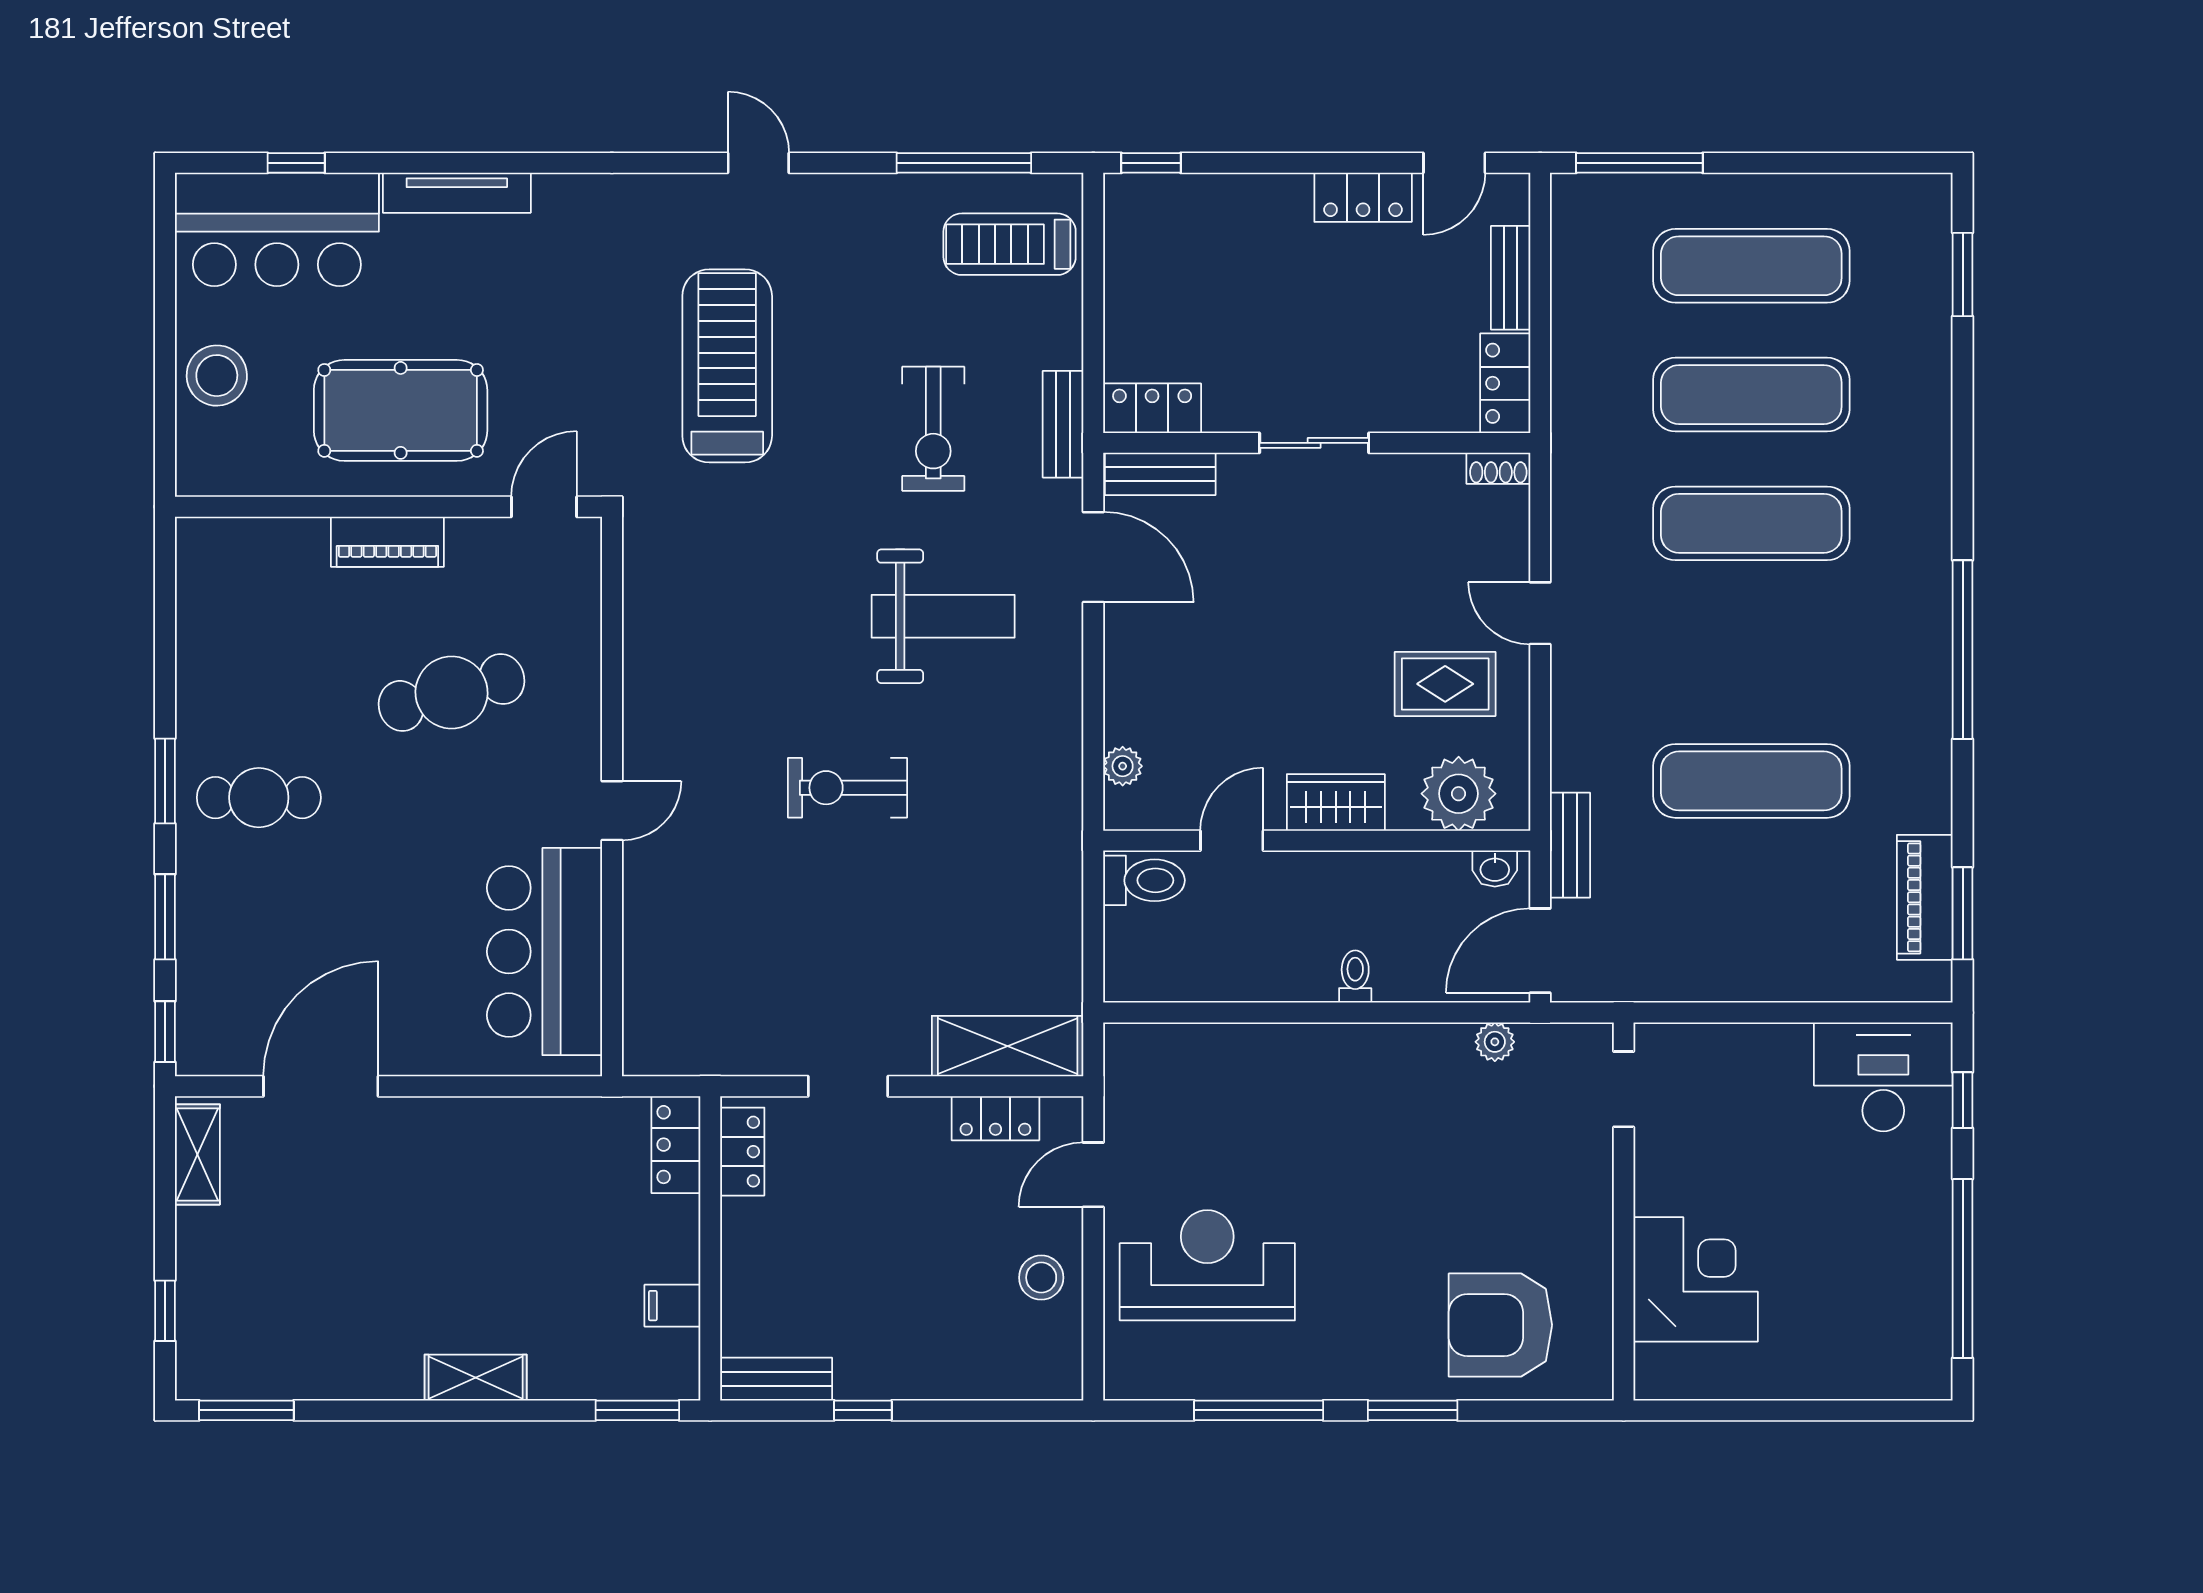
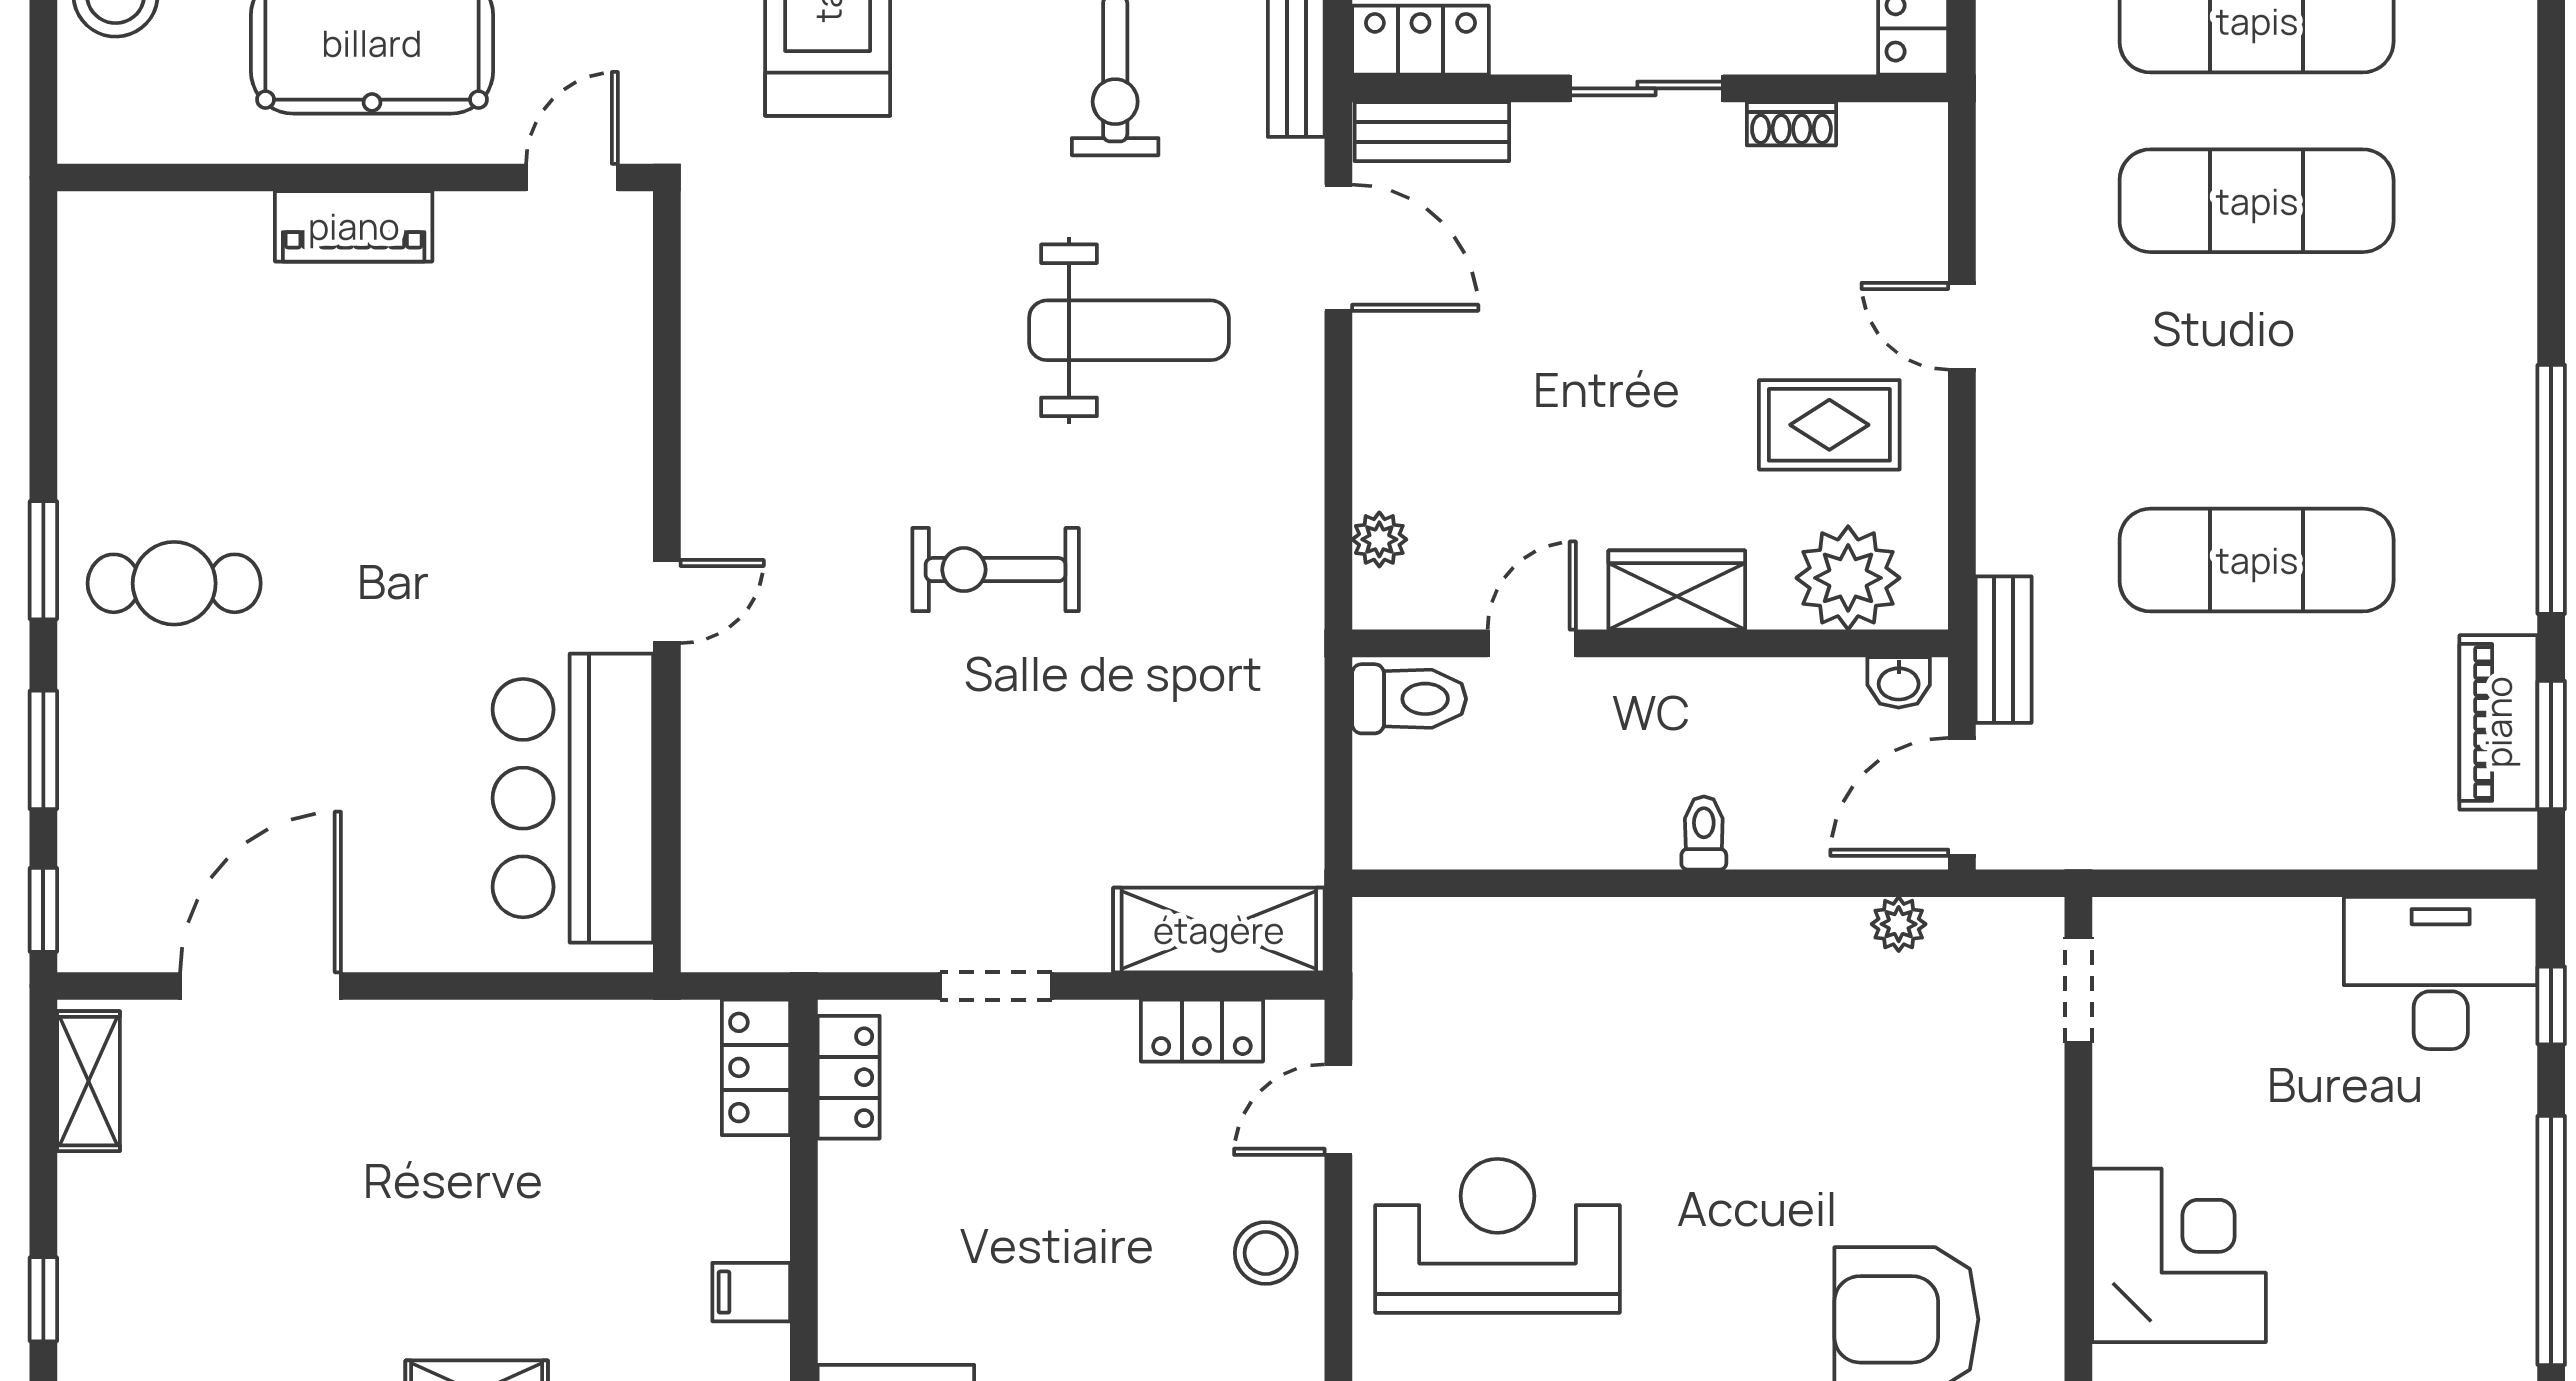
shoe rack: (1498, 468) -> (1791, 124), moved
window: (1963, 650) -> (2551, 489), moved
cafe table: (452, 692) -> (443, 437), removed

